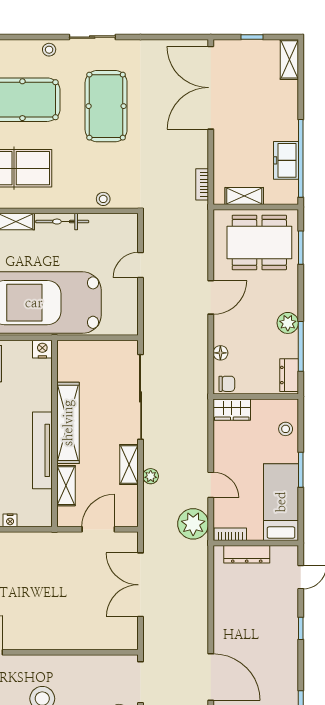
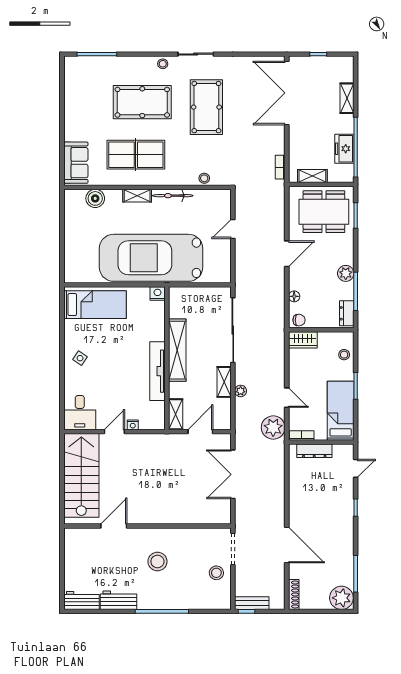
shelving: (289, 59) -> (347, 98), moved
shelving: (66, 486) -> (176, 414), moved

